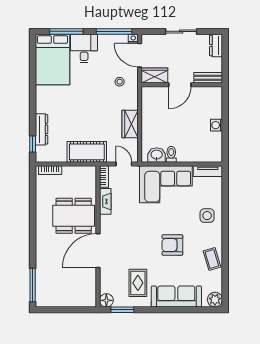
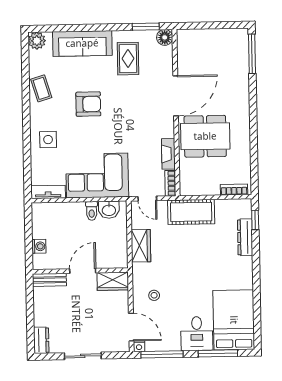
wardrobe: (154, 76) -> (113, 281), moved
bench: (208, 78) -> (49, 280), moved
door: (180, 85) -> (83, 271), moved
wall: (182, 85) -> (80, 271), moved

